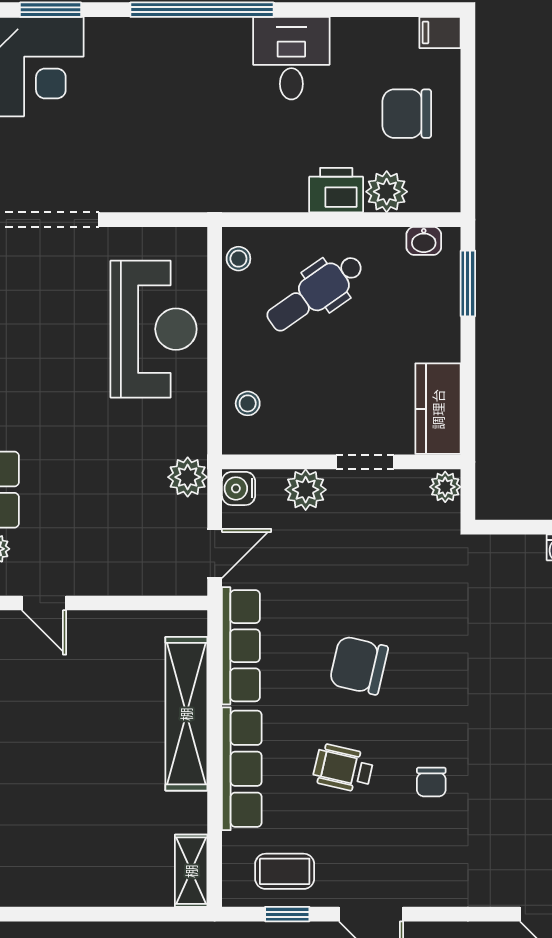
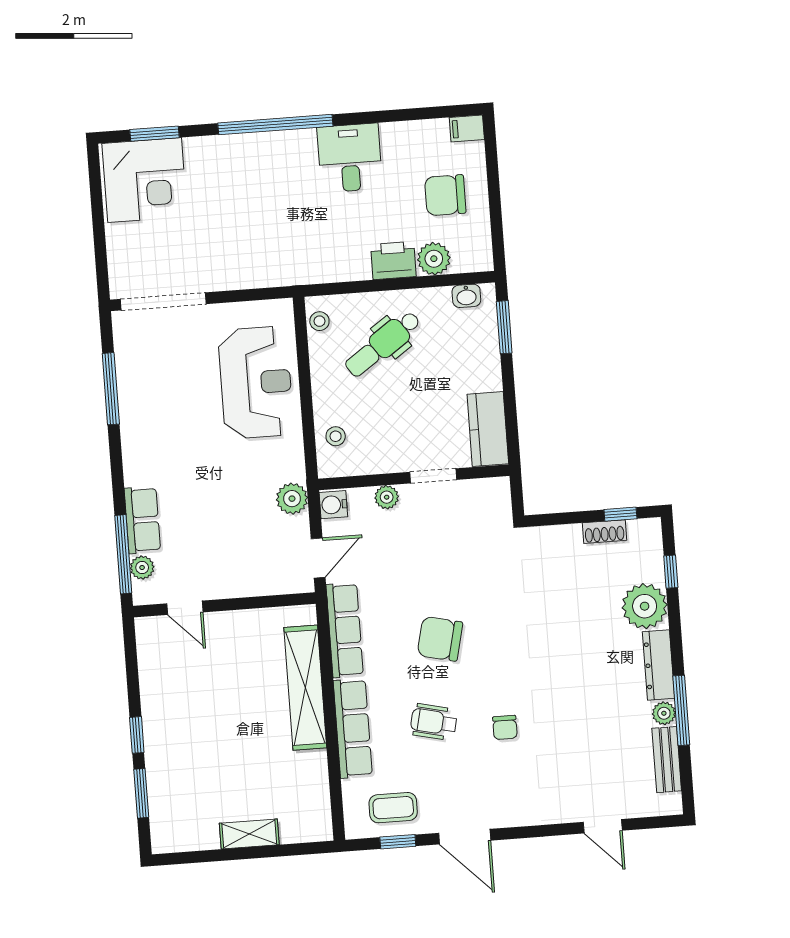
plant: (445, 487) -> (498, 491), removed
plant: (306, 490) -> (387, 497), width x0.73, depth x0.73
shelving: (191, 871) -> (249, 834), moved, turned 90

